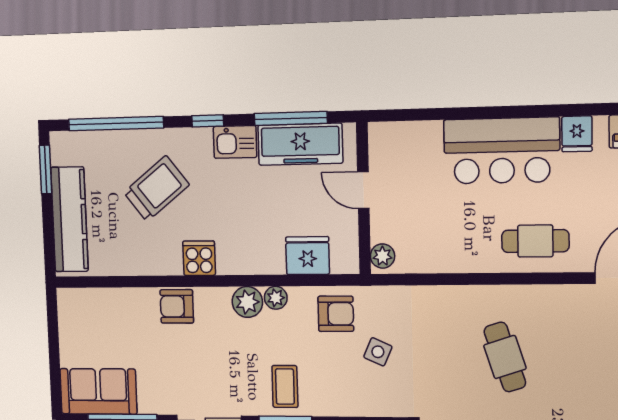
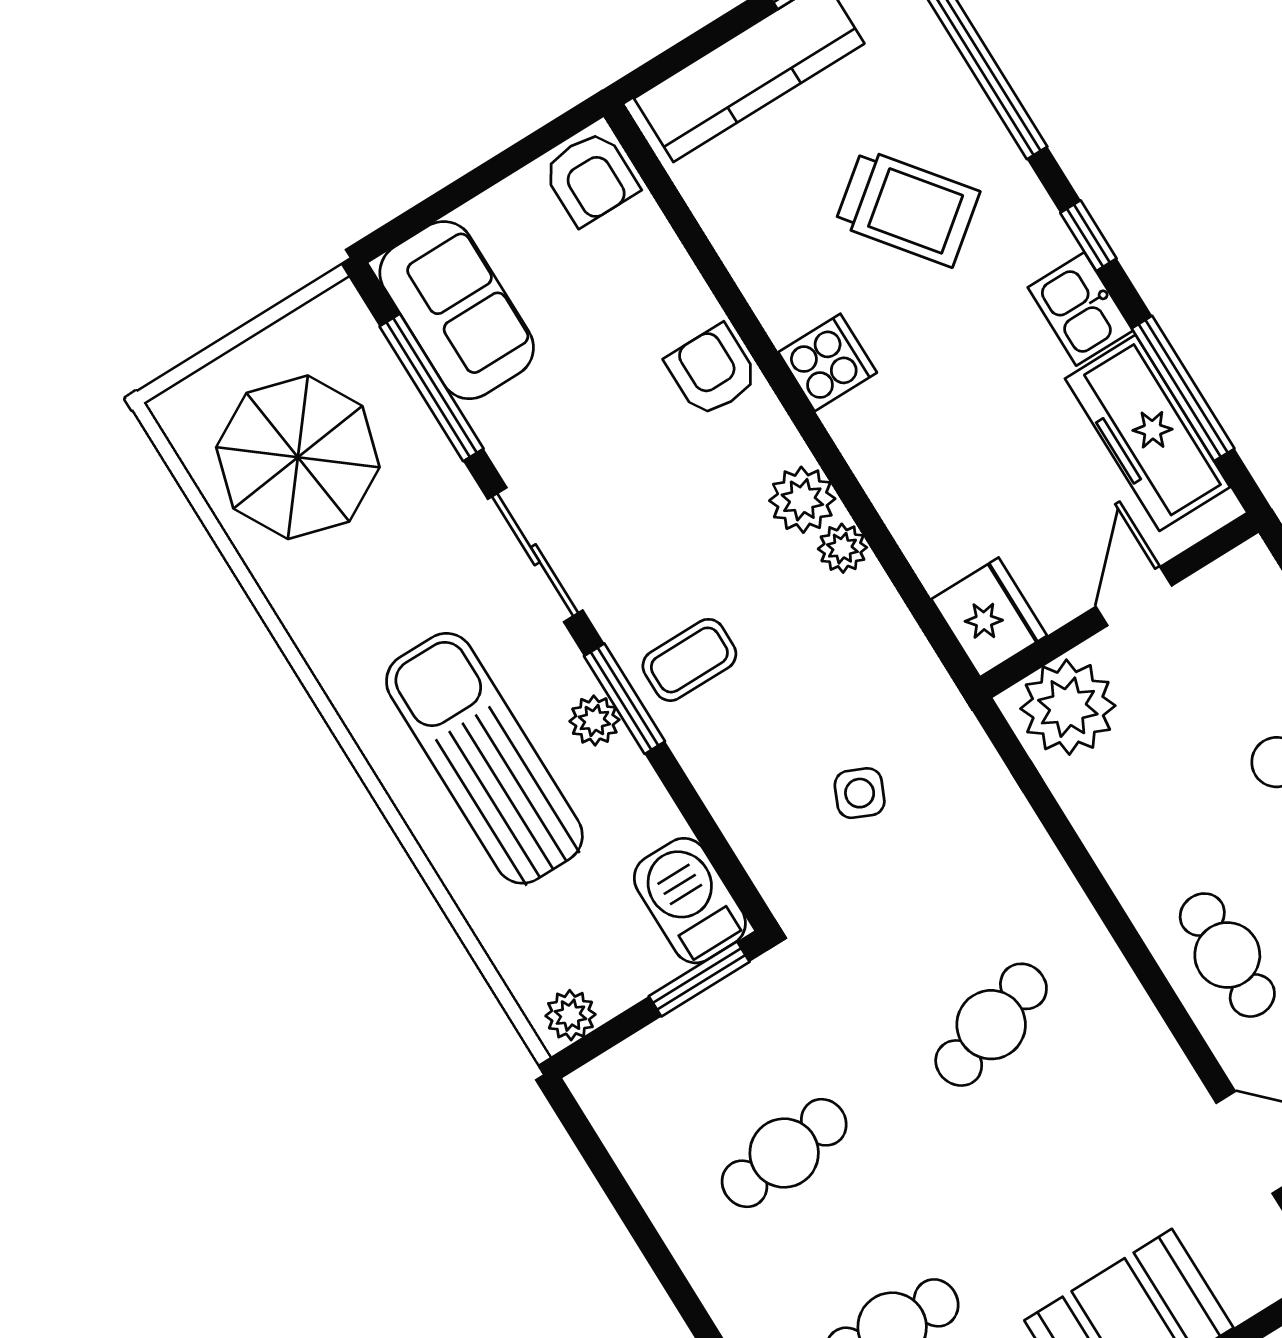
fridge: (308, 256) -> (989, 617), moved
plant: (383, 256) -> (1068, 707), width x1.87, depth x1.87
armchair: (336, 314) -> (591, 178), moved

